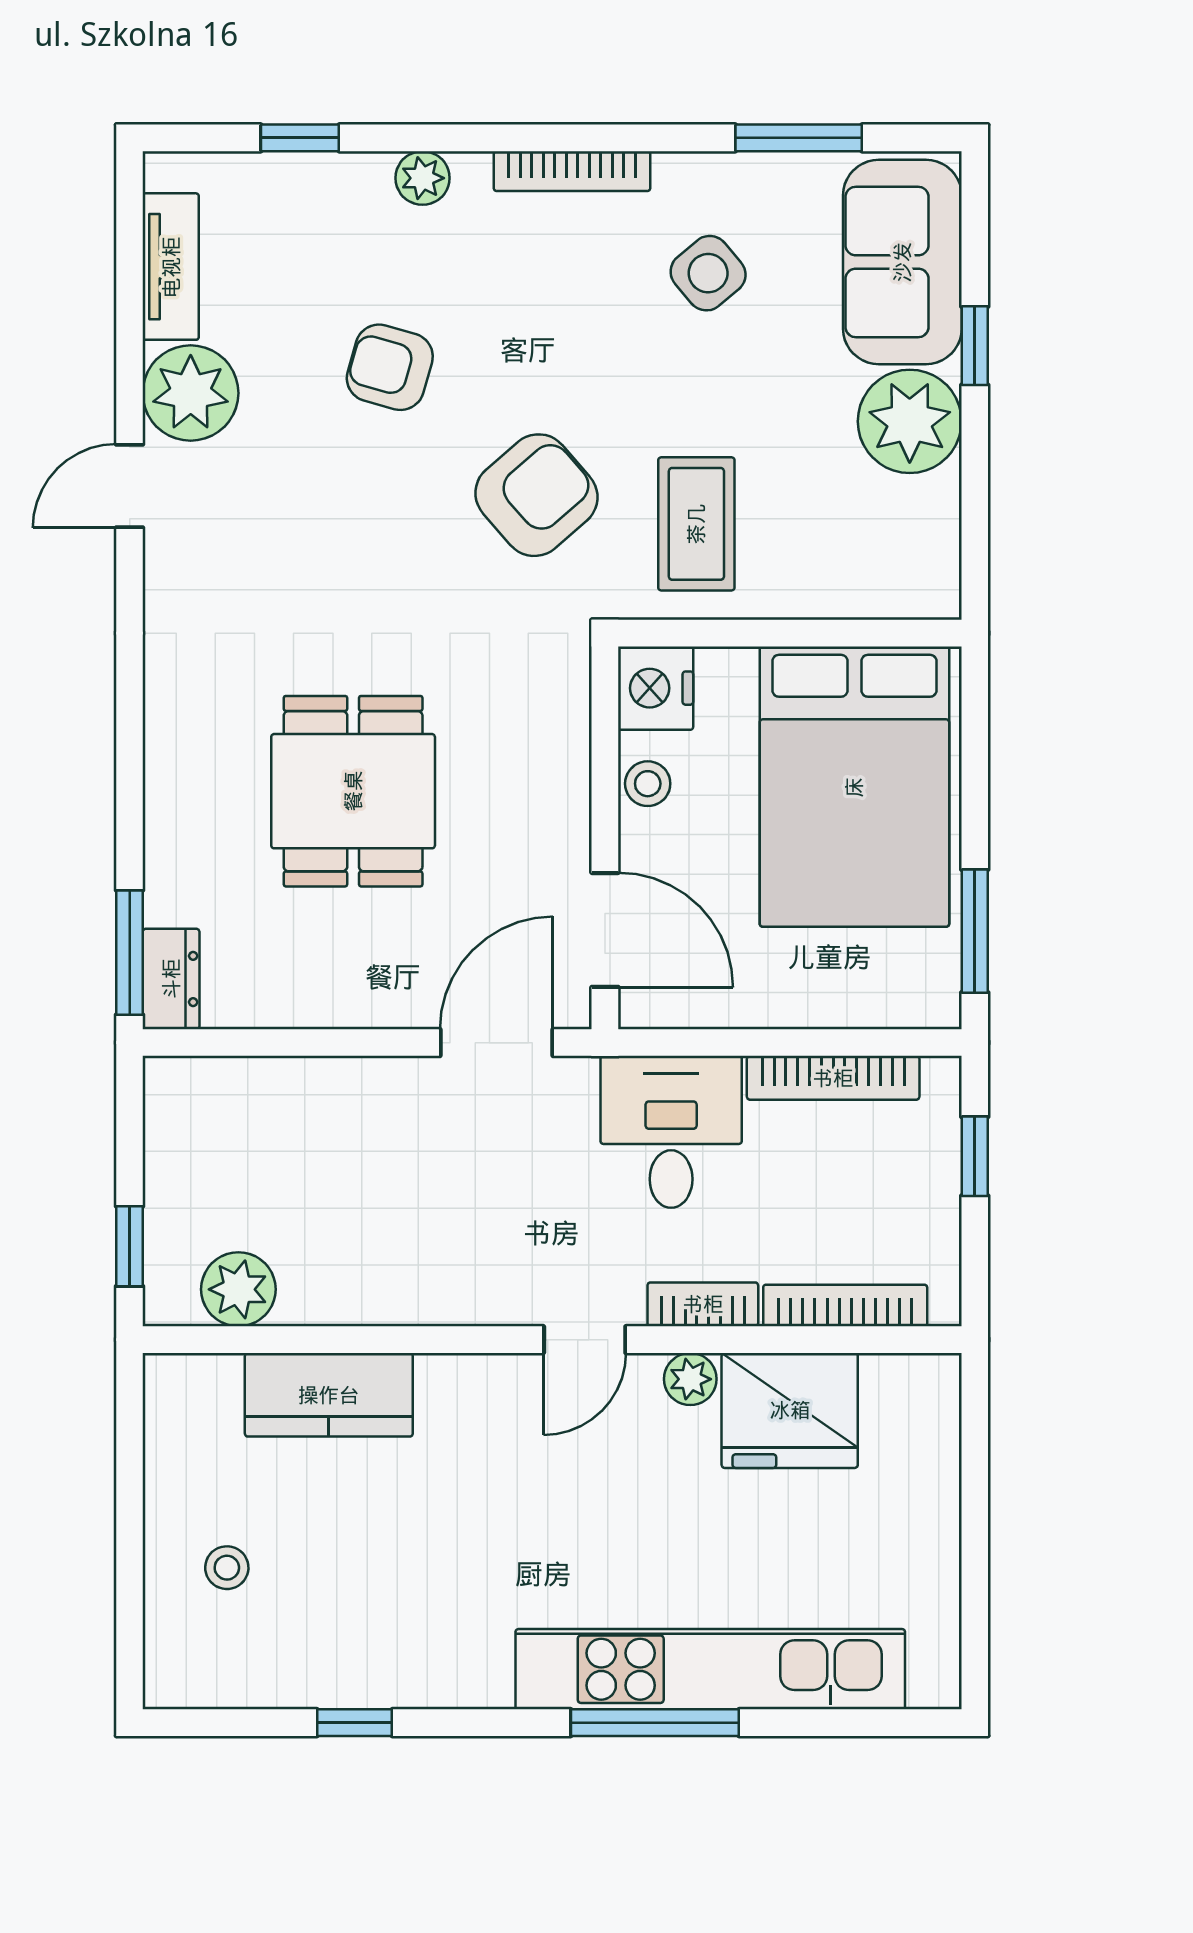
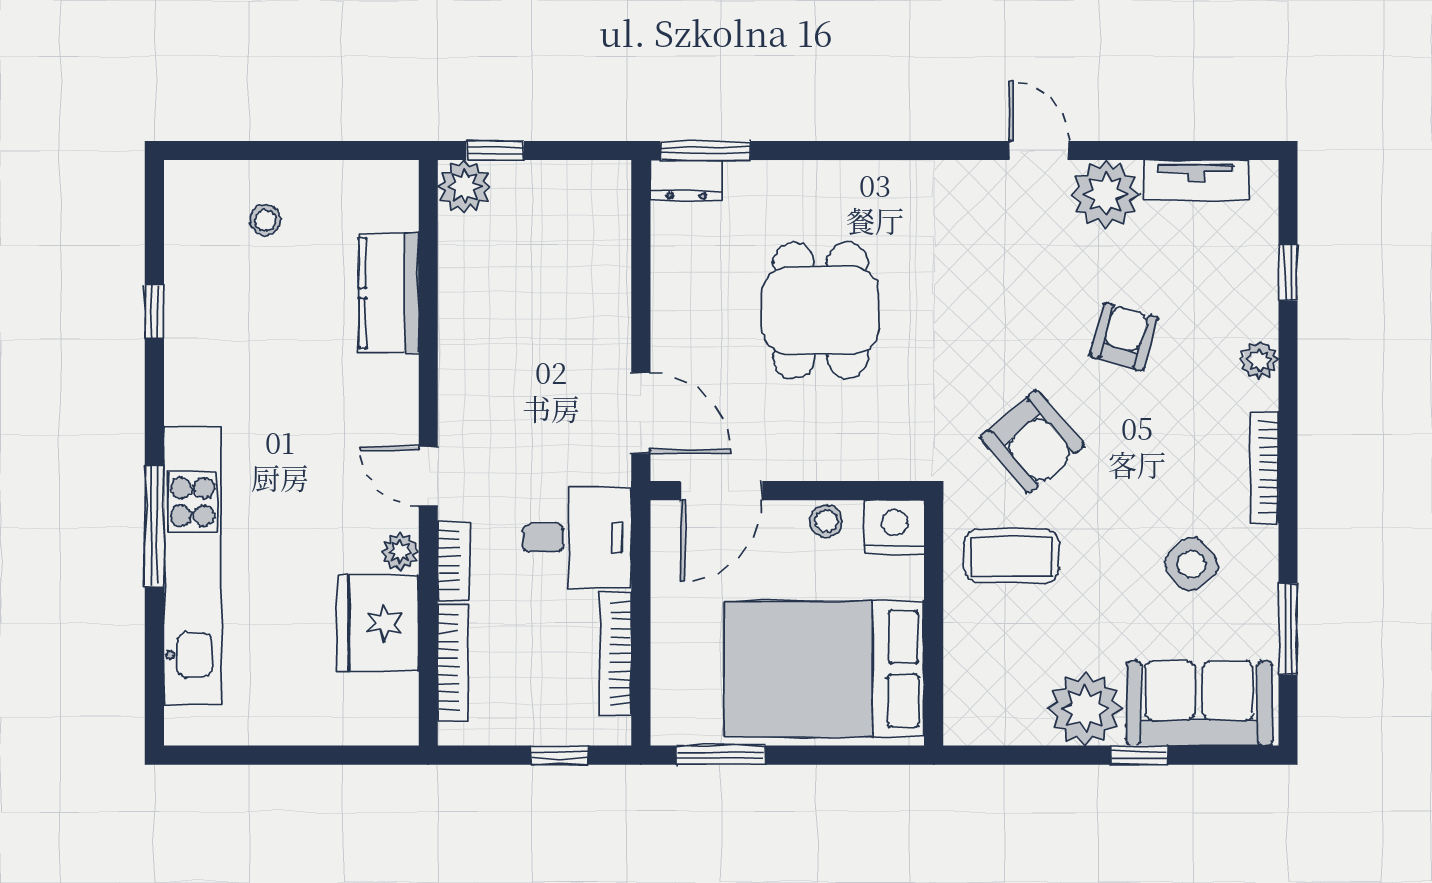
dining table: (353, 791) -> (821, 310), turned 90
plant: (238, 1289) -> (464, 187), moved

